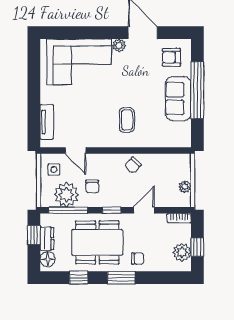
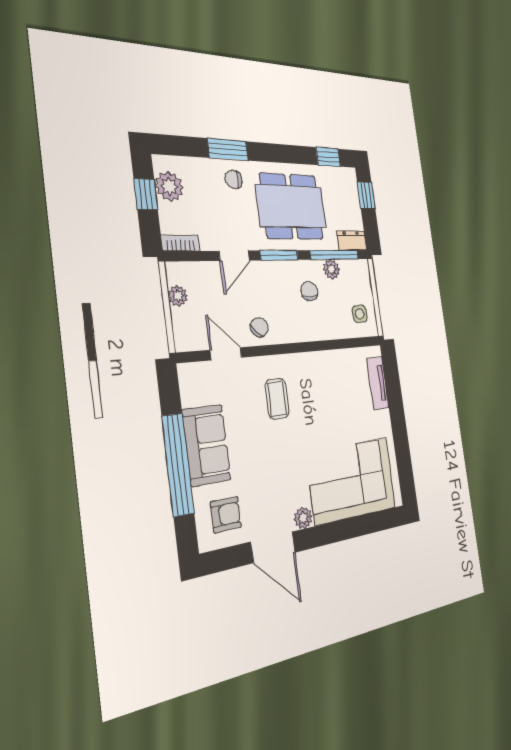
door: (76, 150) -> (226, 354), moved
plant: (66, 195) -> (331, 269), width x0.53, depth x0.53
window: (112, 210) -> (279, 255), width x1.50
window: (34, 235) -> (366, 196), moved
dresser: (47, 239) -> (352, 240), moved, turned 90
floor lamp: (48, 259) -> (349, 184), removed
window: (79, 278) -> (328, 157), moved
window: (121, 278) -> (228, 150), moved

